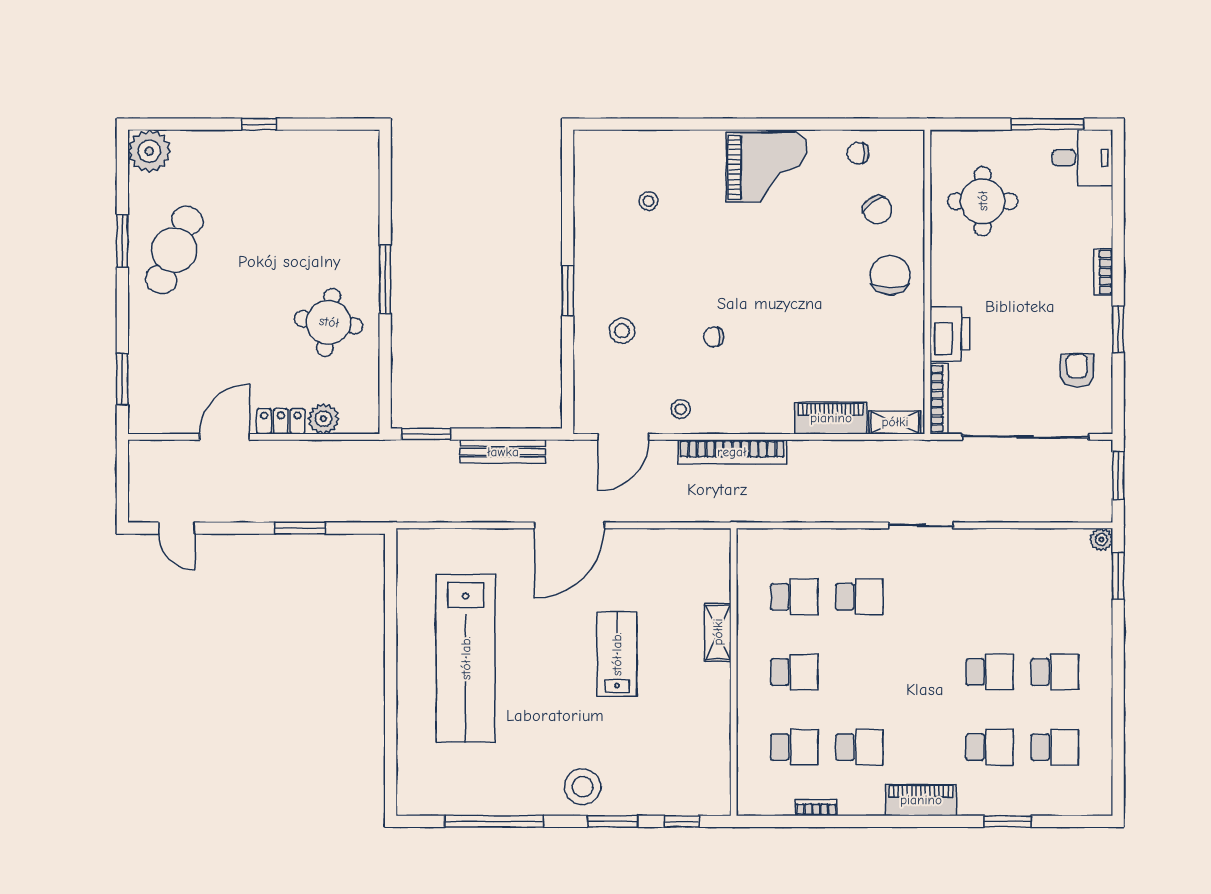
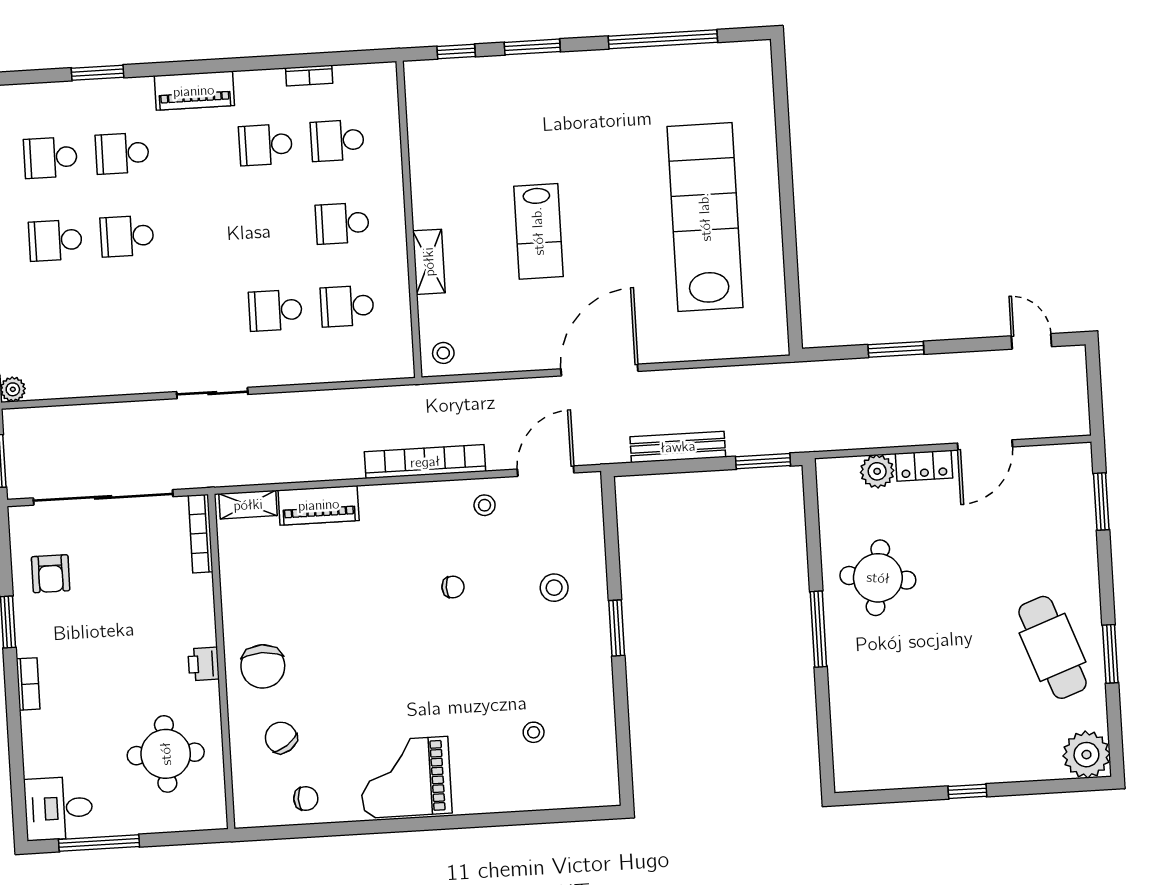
cafe table: (174, 250) -> (1053, 647), turned -44
printer: (950, 334) -> (204, 664), moved, width x0.53, depth x0.68
stool: (583, 787) -> (443, 353), moved, width x0.53, depth x0.53

